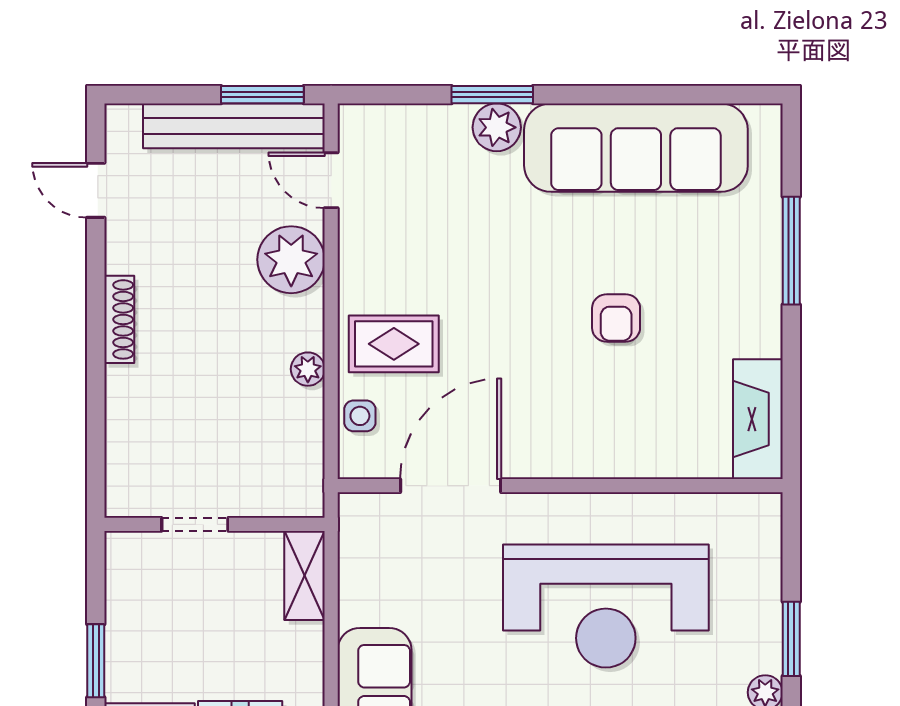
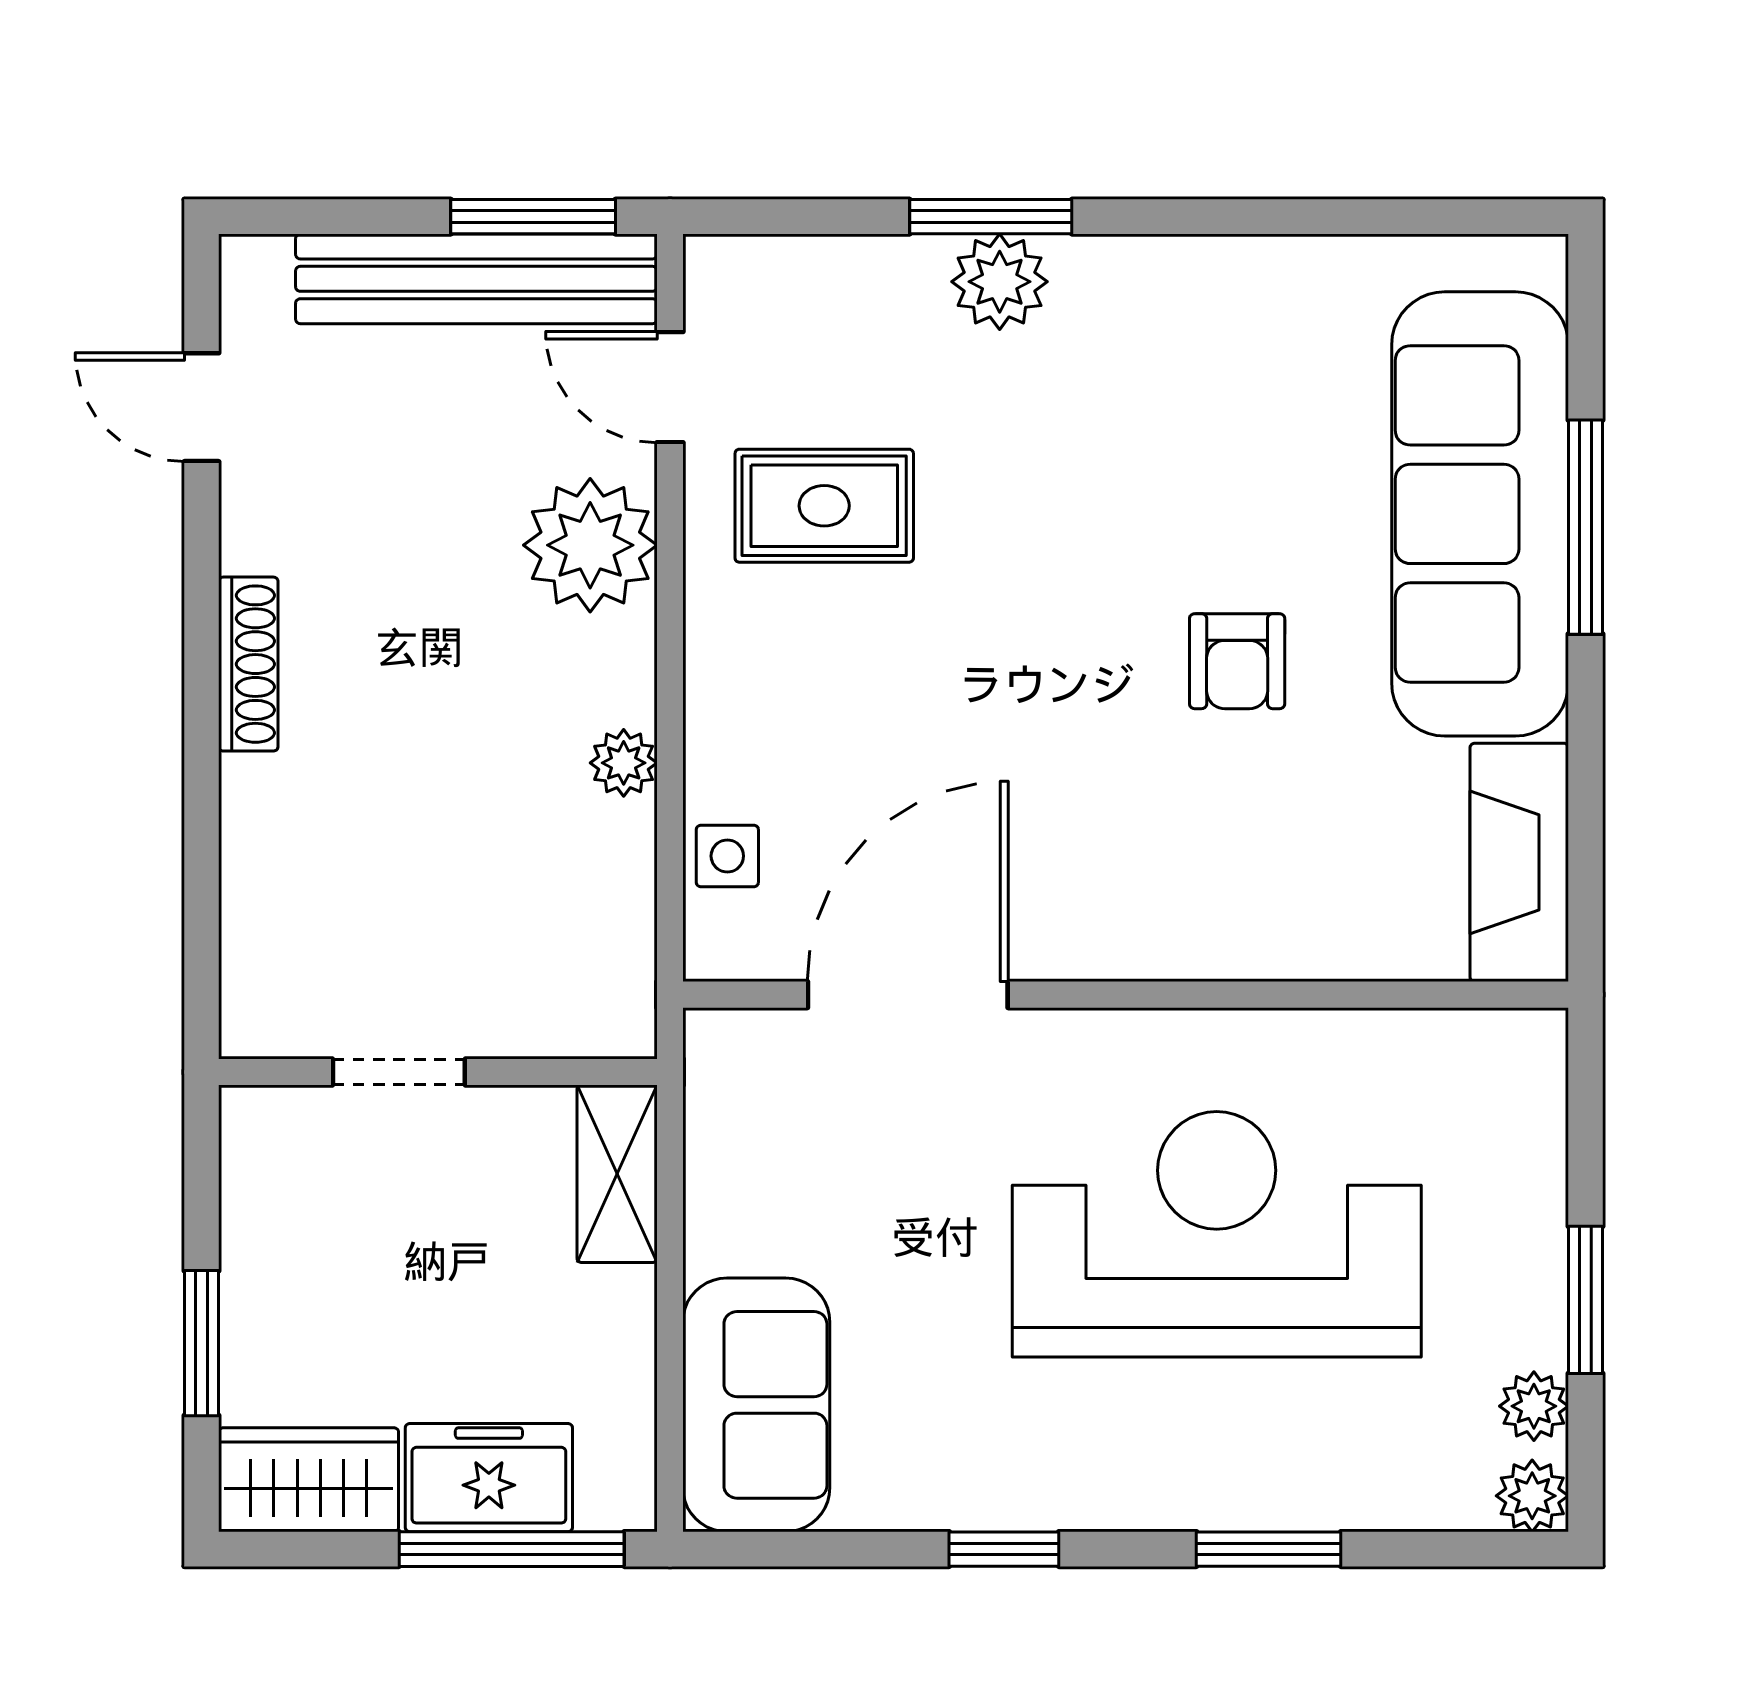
sofa: (636, 148) -> (1480, 514), moved, turned 90
rug: (394, 344) -> (824, 506), moved
reception desk: (606, 606) -> (1217, 1234), turned 180

